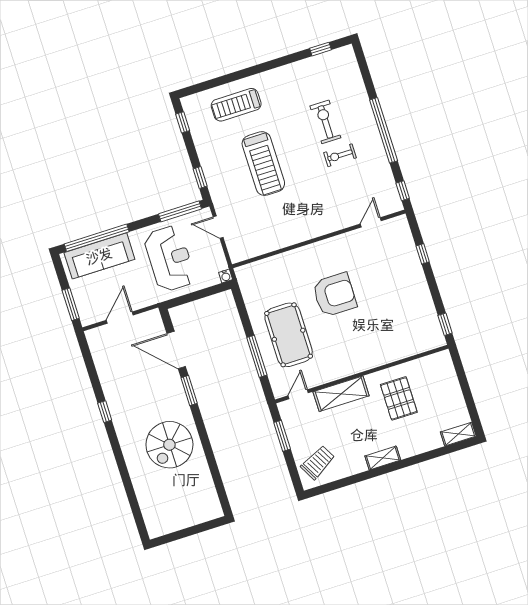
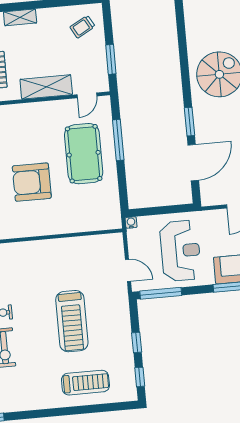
treadmill: (263, 164) -> (72, 321), turned 180
window: (200, 178) -> (137, 343), moved
reception desk: (170, 259) -> (180, 251), turned 180
door: (176, 350) -> (193, 163), hinge flipped
trolley: (318, 462) -> (82, 27), width x0.73, depth x0.72

